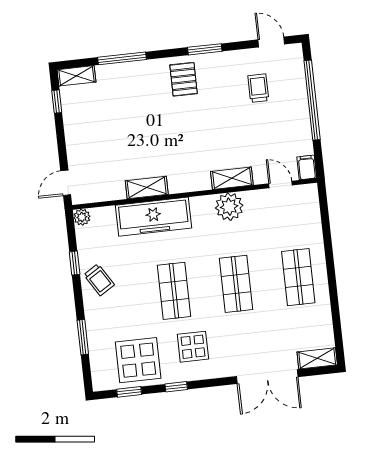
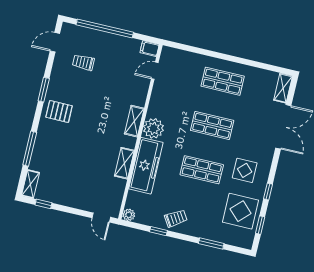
shelving: (232, 178) -> (134, 121), moved
plant: (229, 207) -> (153, 128), moved

